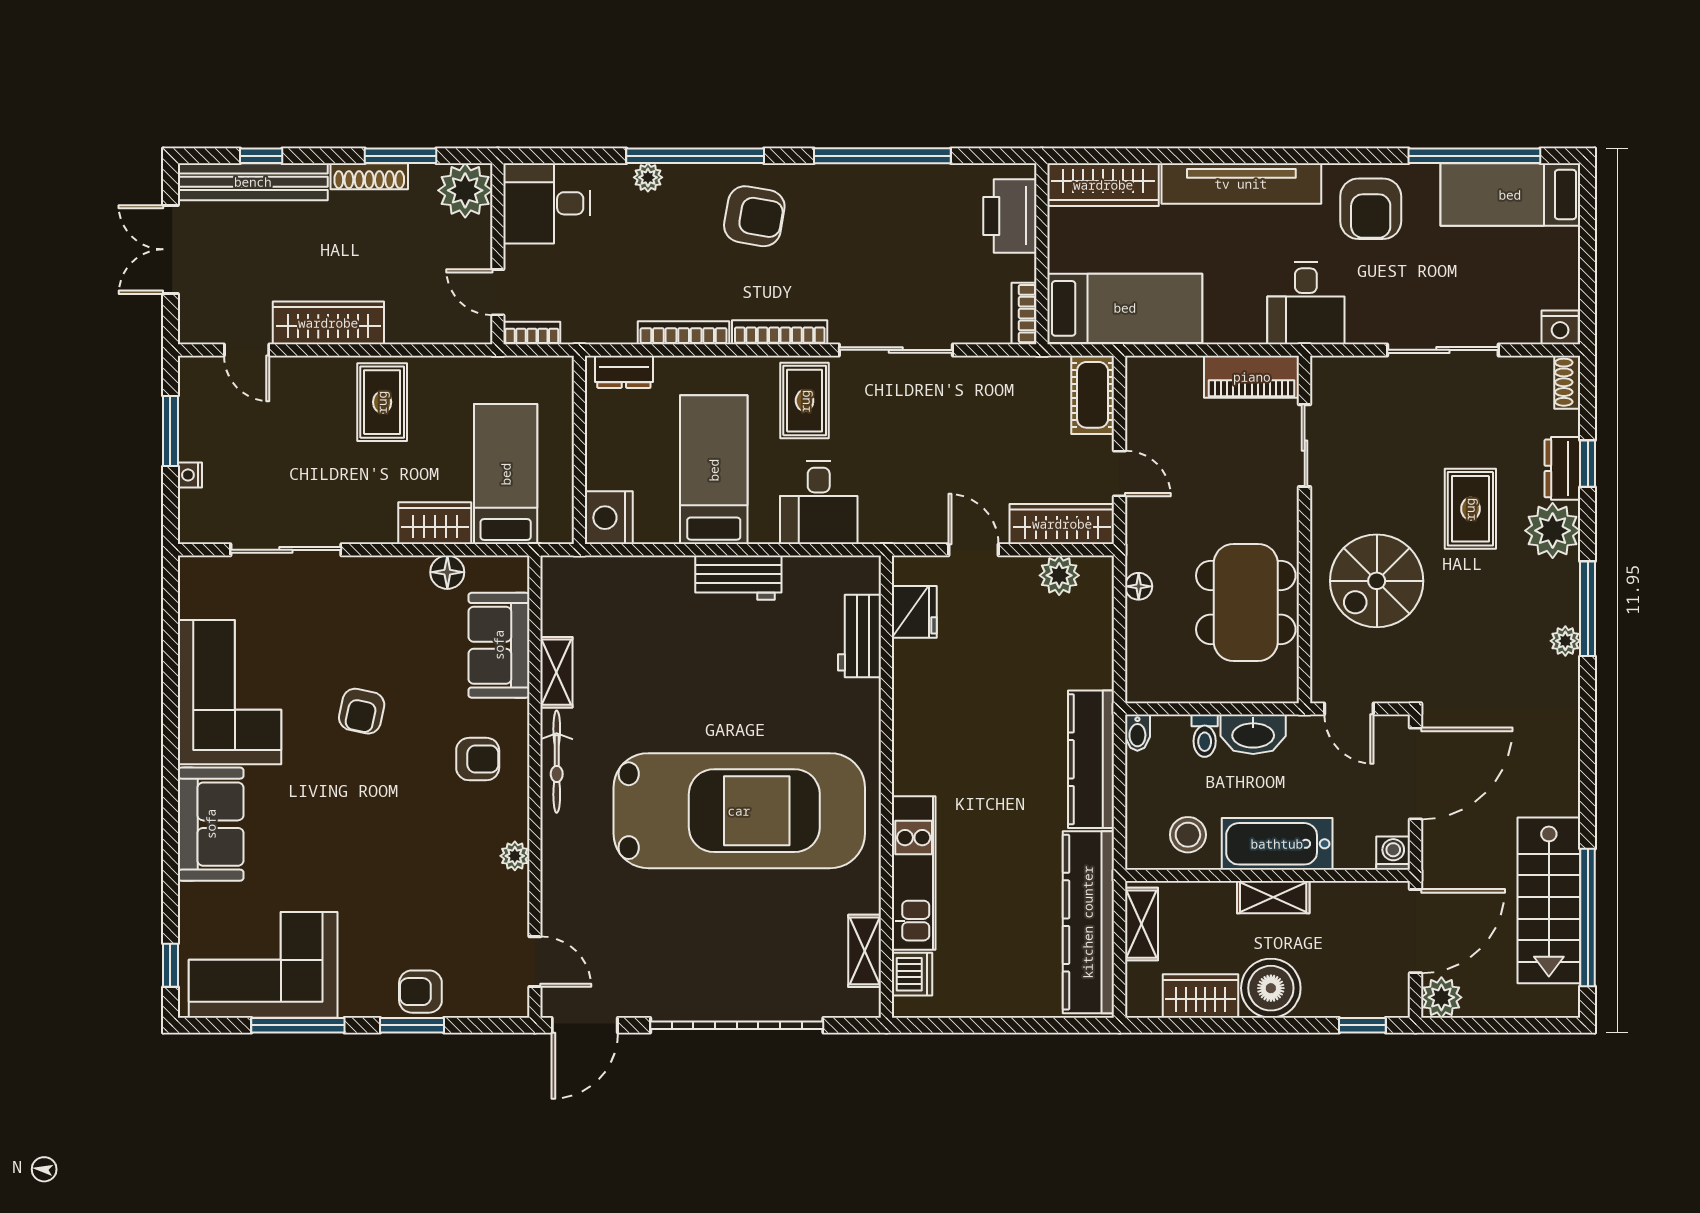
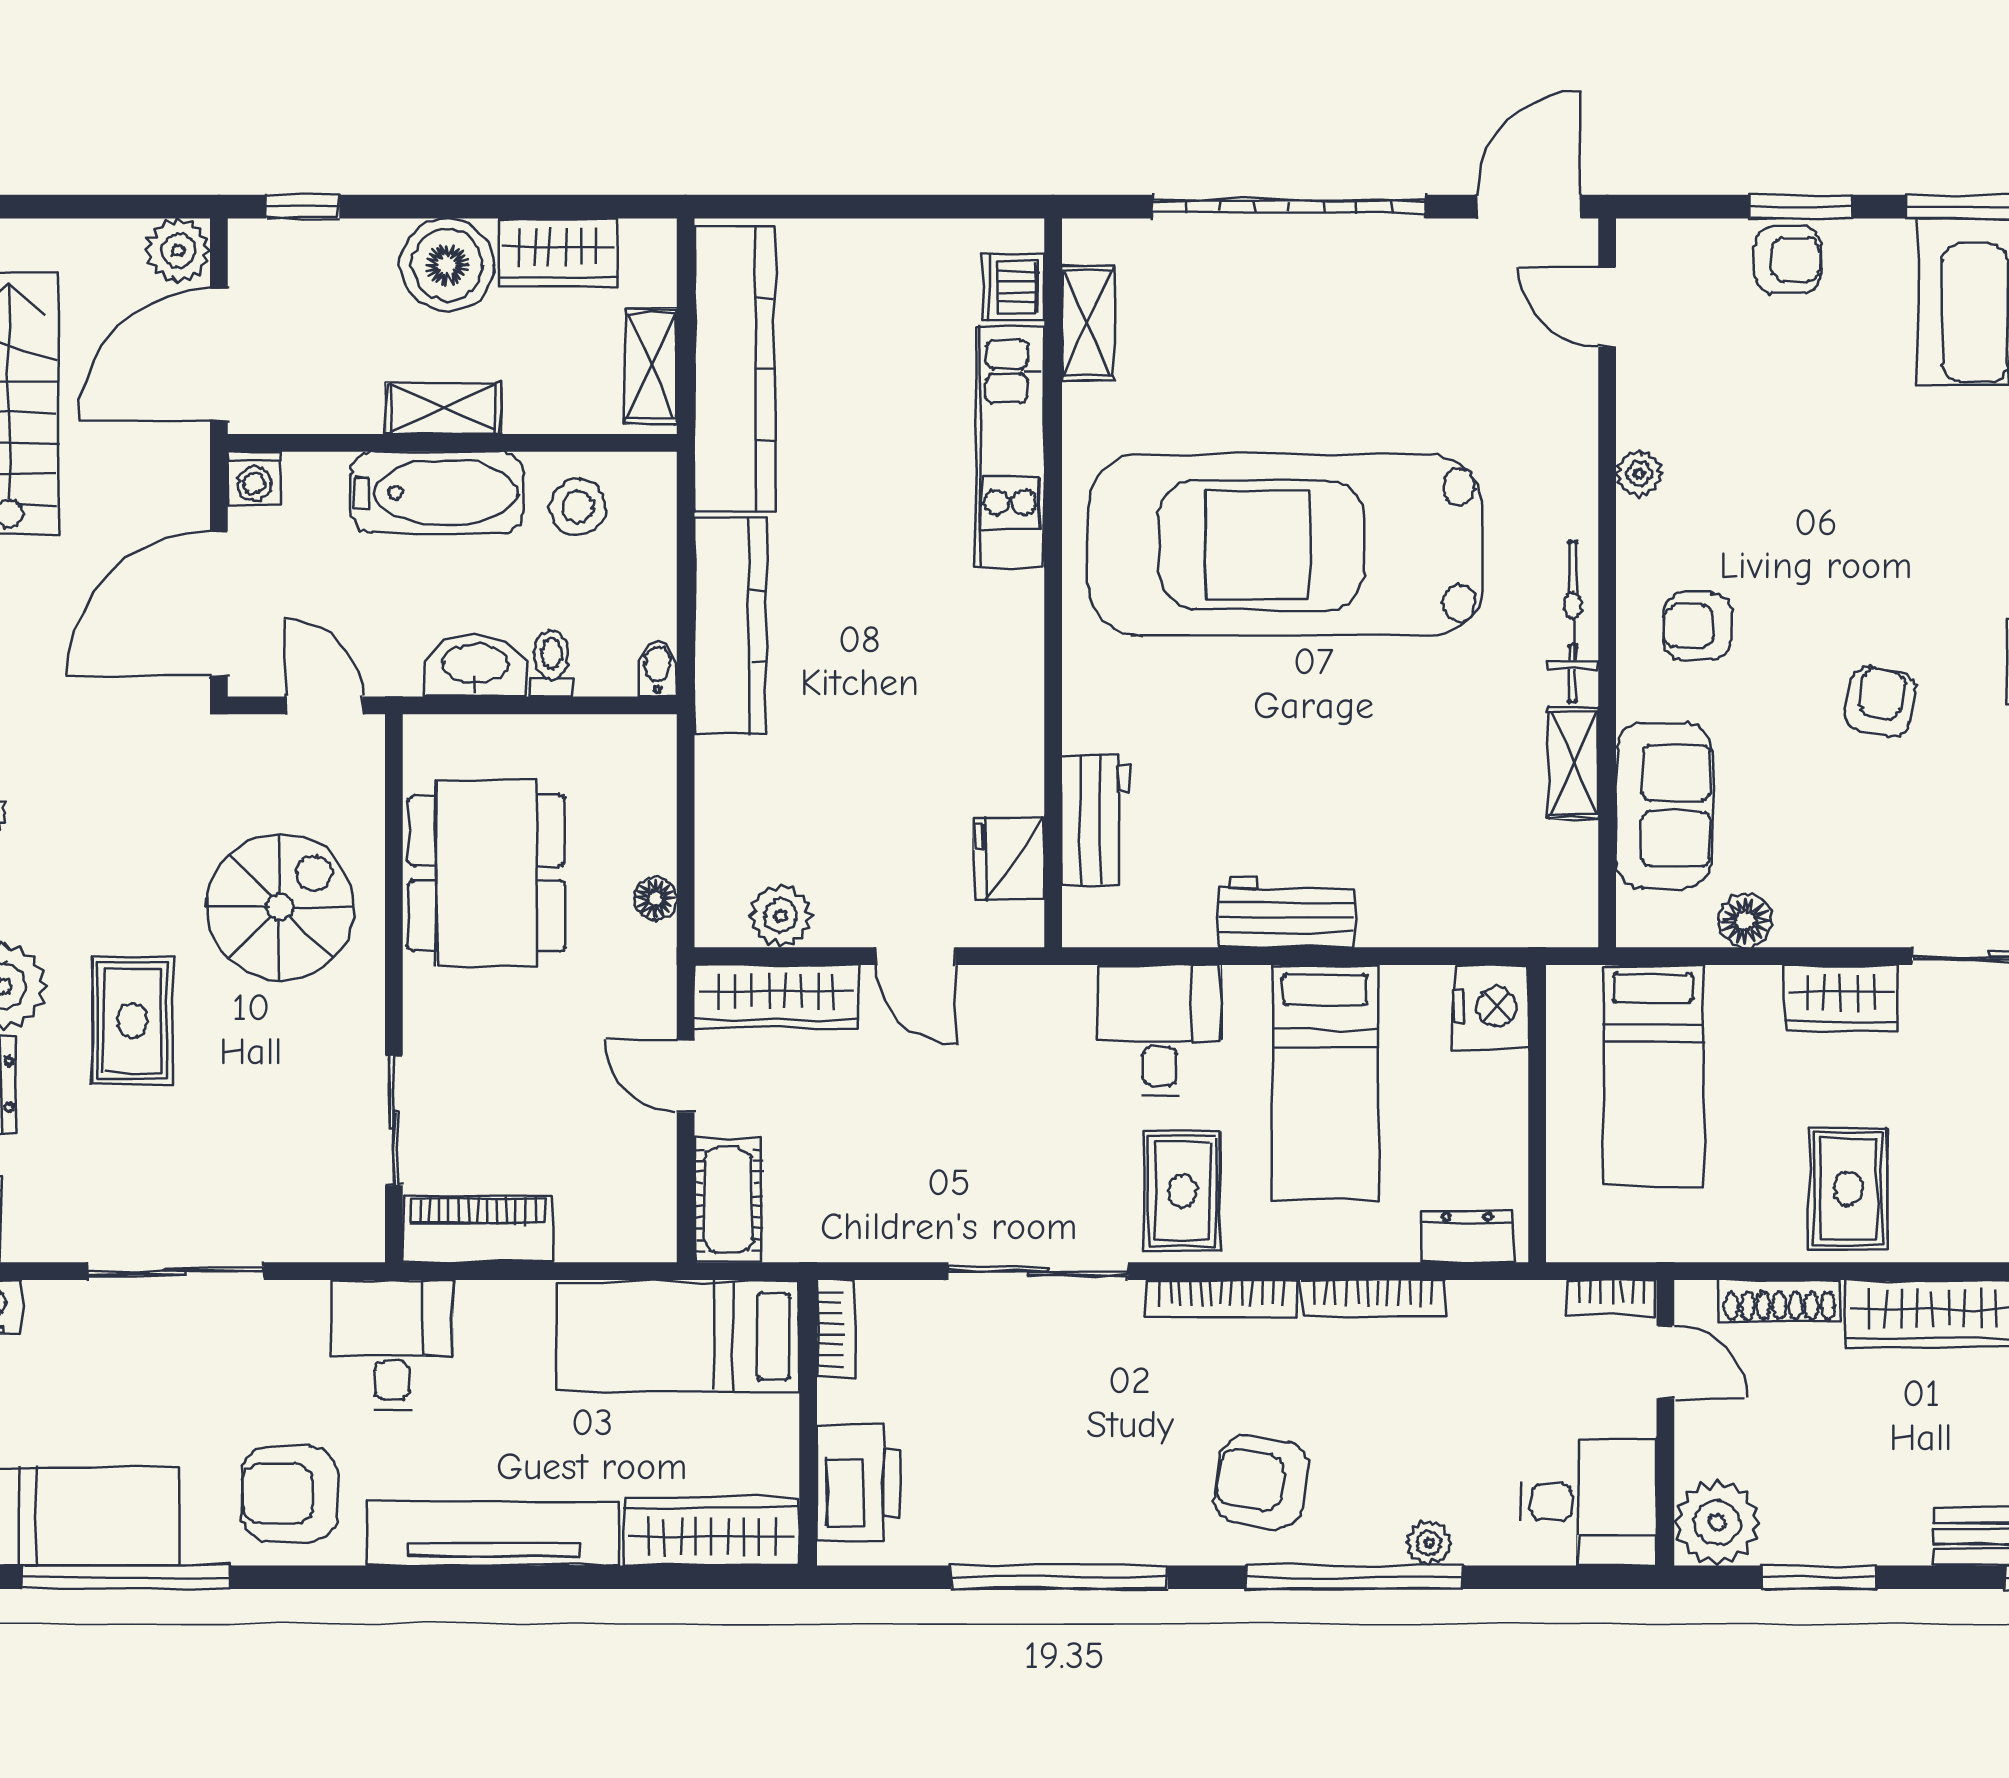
shoe rack: (369, 176) -> (1779, 1300), moved, turned 180
armchair: (1371, 209) -> (290, 1494), turned -90
wardrobe: (435, 523) -> (1841, 998), moved

